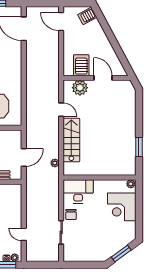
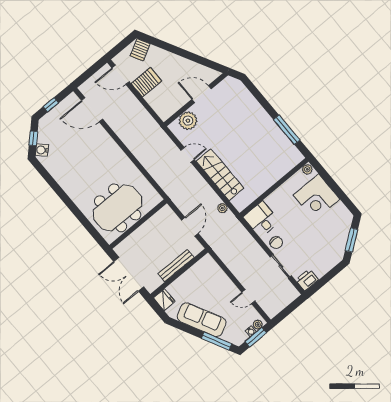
server rack: (81, 65) -> (146, 82), moved, turned 90
window: (139, 147) -> (287, 130), width x1.44
desk: (78, 191) -> (261, 219), width x0.73
printer: (71, 255) -> (307, 280), added

